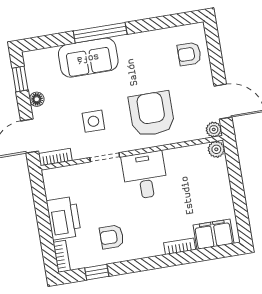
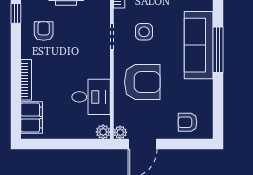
armchair: (189, 54) -> (188, 122), turned -90
sofa: (88, 58) -> (199, 45), width x1.36
desk: (145, 175) -> (91, 97), moved
bookcase: (180, 246) -> (26, 80), width x1.56

